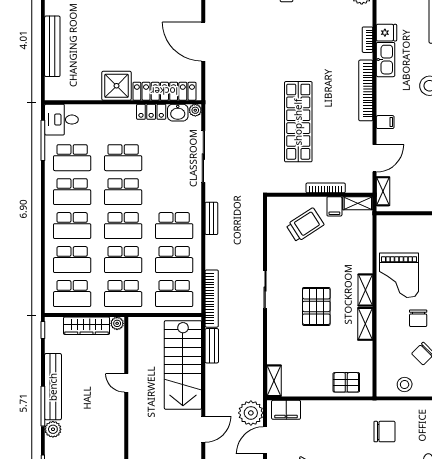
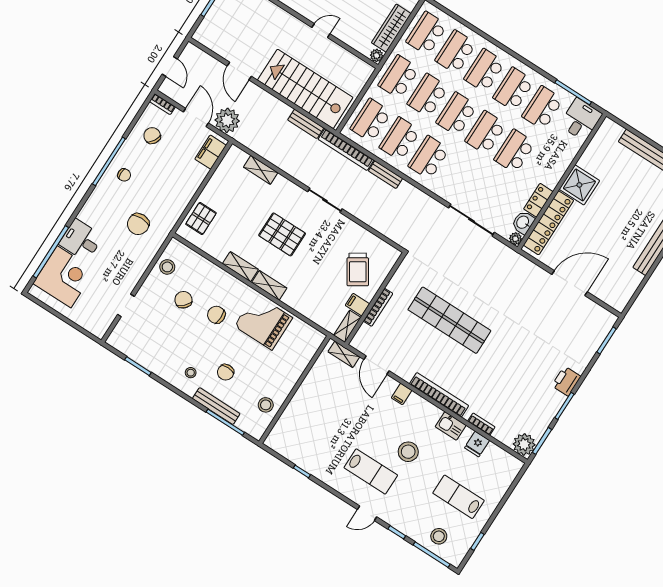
kitchen sink: (386, 60) -> (451, 426), width x0.73
bench: (211, 218) -> (386, 175), moved
shelving: (274, 381) -> (261, 170), moved

